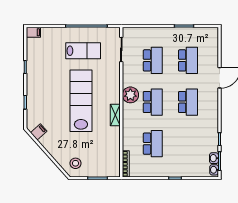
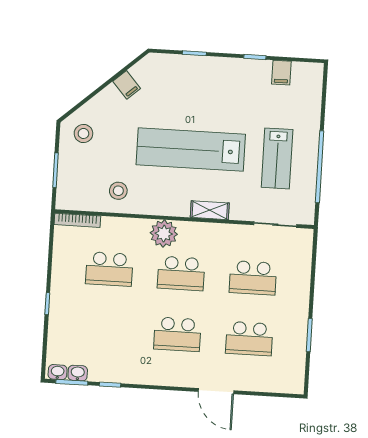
filing cabinet: (33, 32) -> (281, 73), moved
plant: (130, 95) -> (164, 234), moved
lab bench: (81, 101) -> (191, 149), turned 180
shelving: (115, 115) -> (210, 210), moved
filing cabinet: (39, 132) -> (127, 85), moved
stool: (107, 141) -> (118, 191), added

